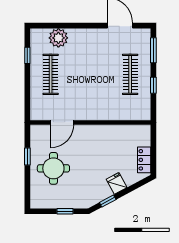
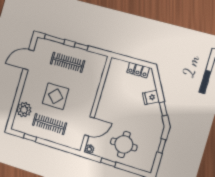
display table: (86, 72) -> (56, 96), added
door: (62, 122) -> (89, 127), hinge flipped
plant: (36, 130) -> (89, 149), added

